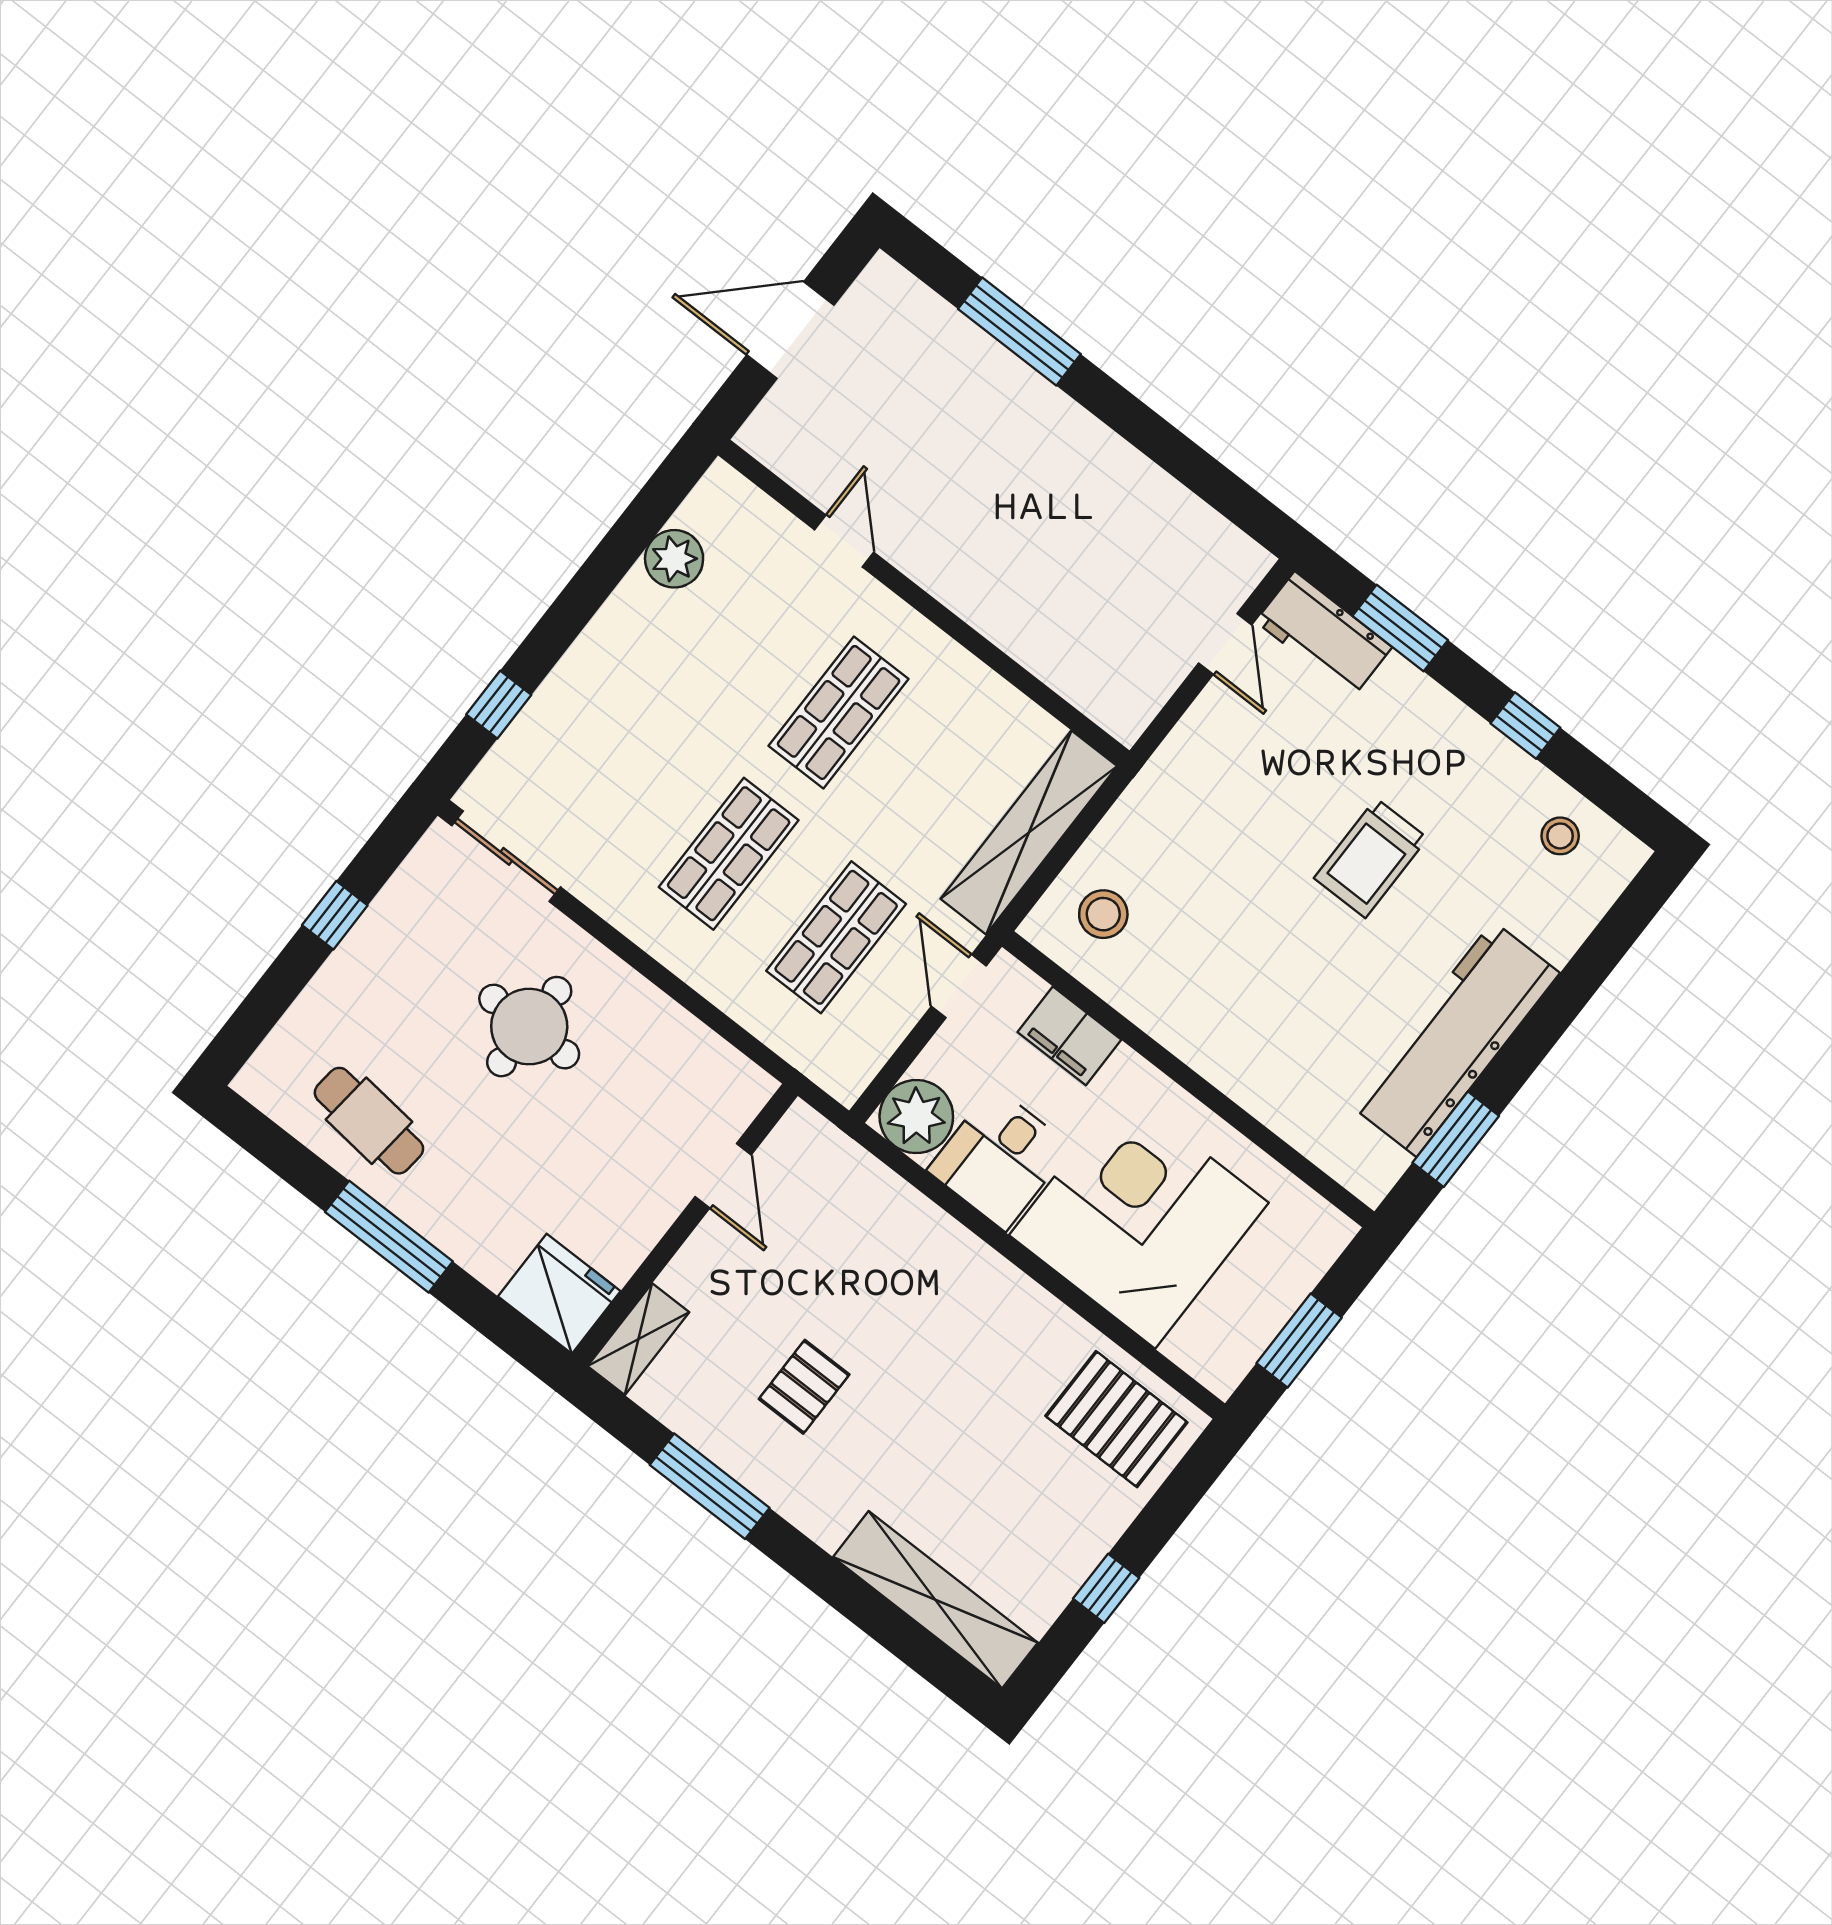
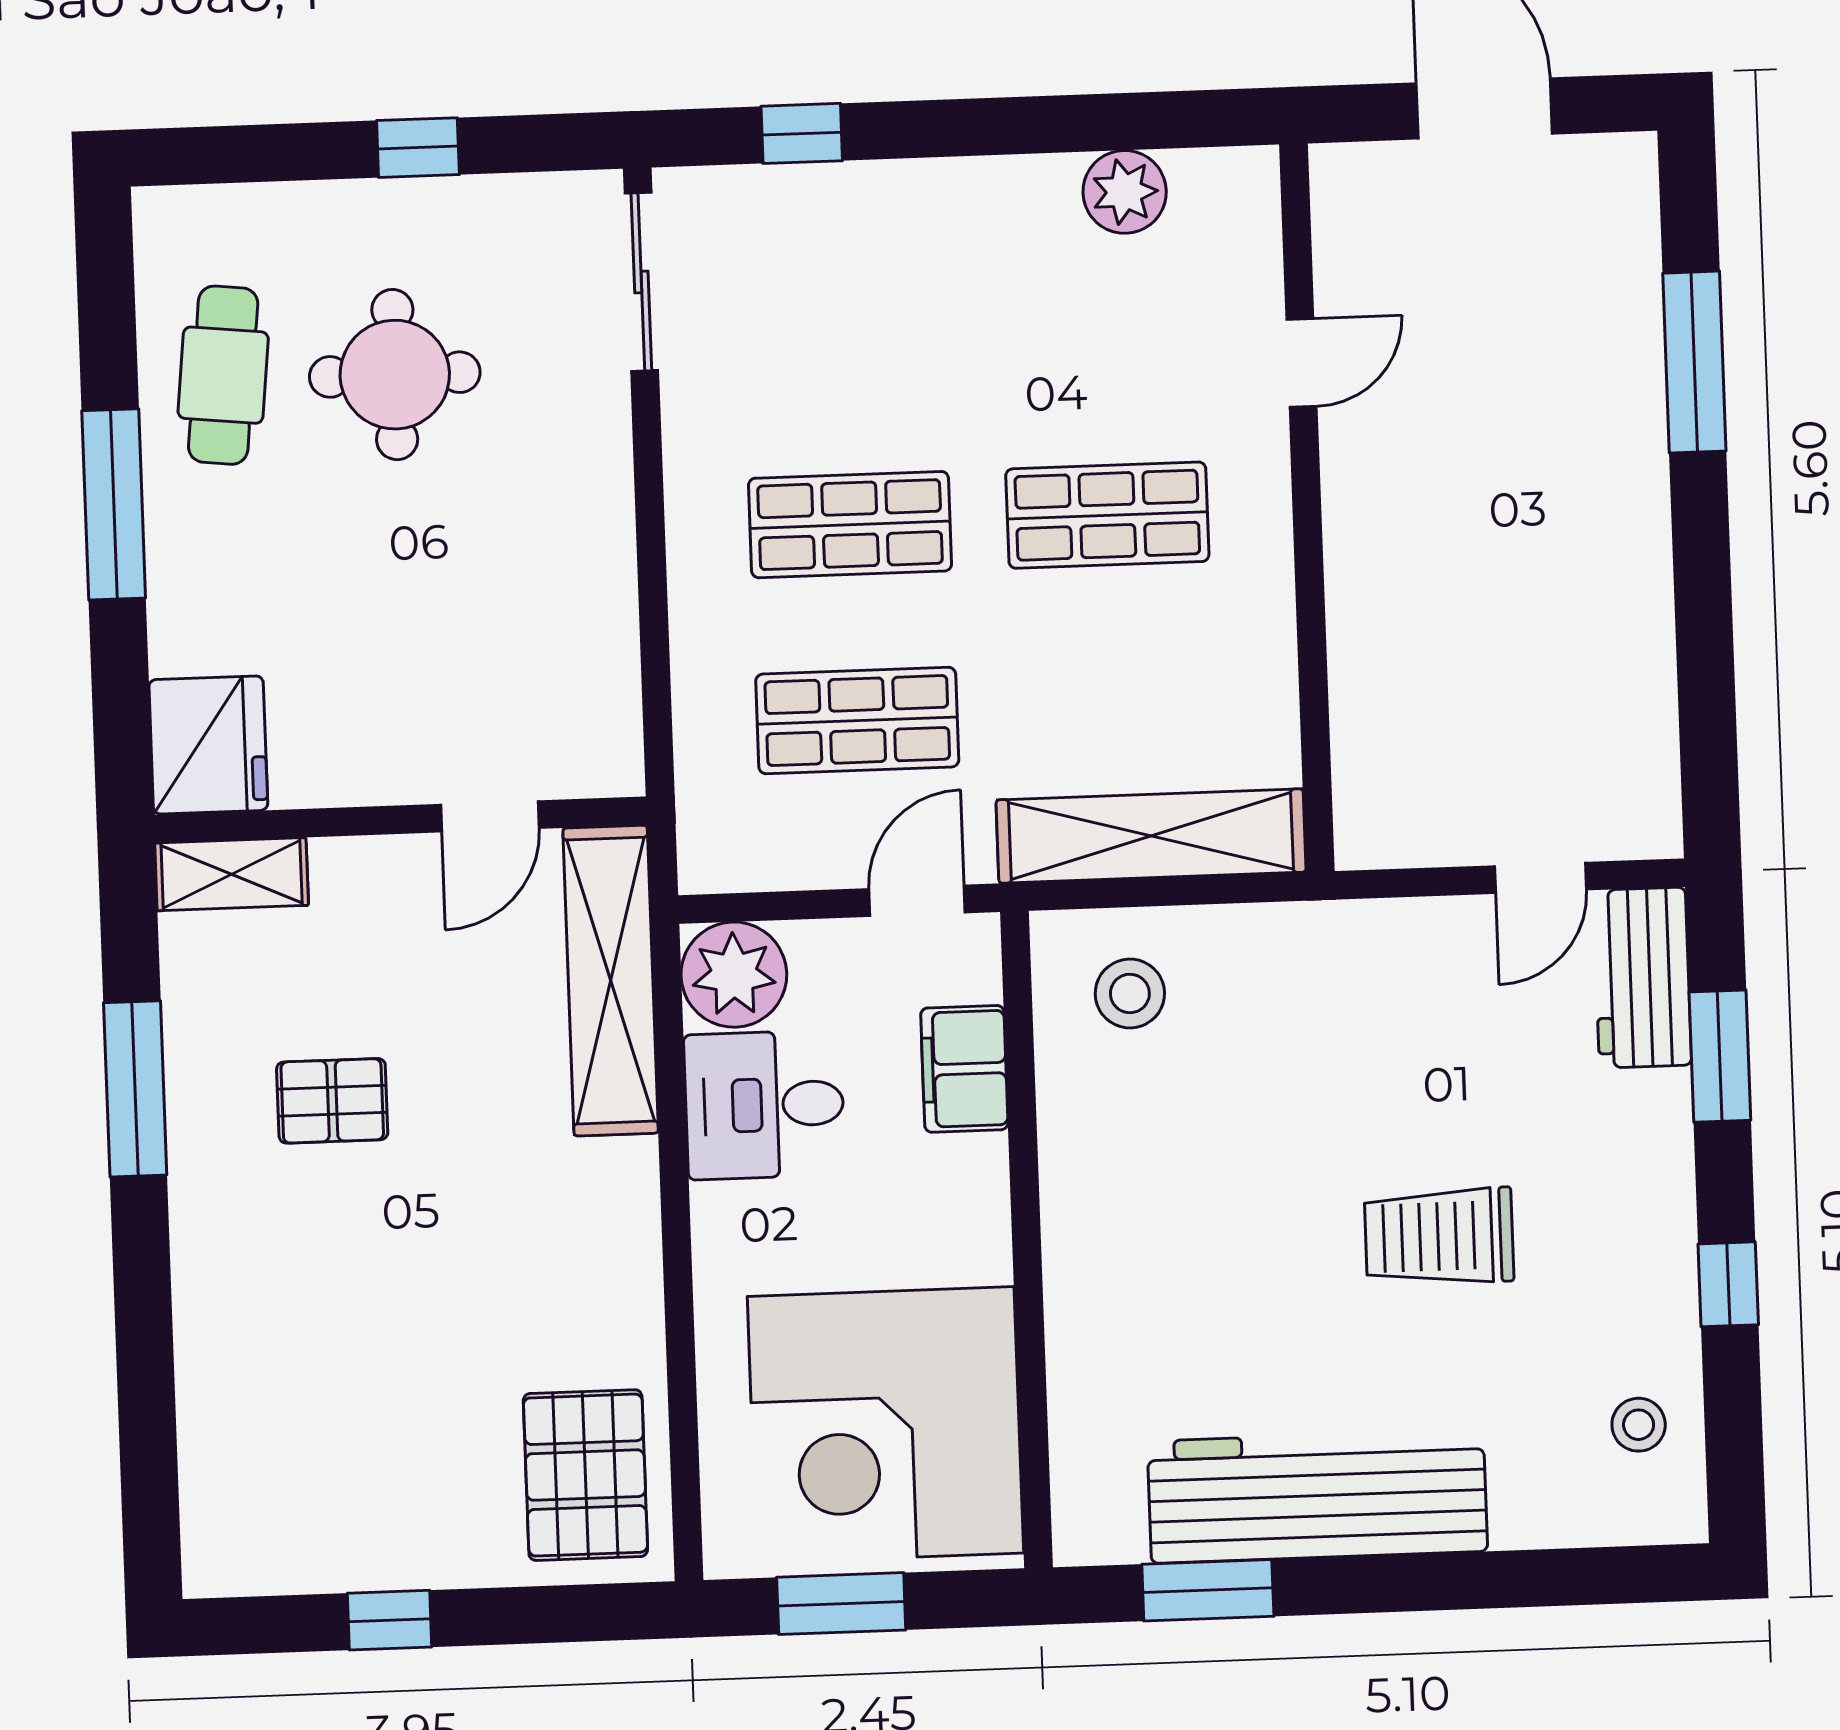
round table: (529, 1027) -> (395, 375), moved
corner desk: (1139, 1219) -> (886, 1425), moved, turned 180
shelving: (935, 1600) -> (611, 981), moved

